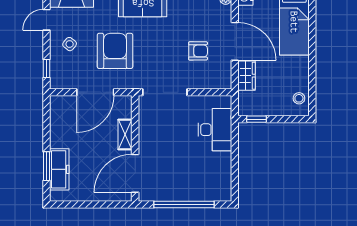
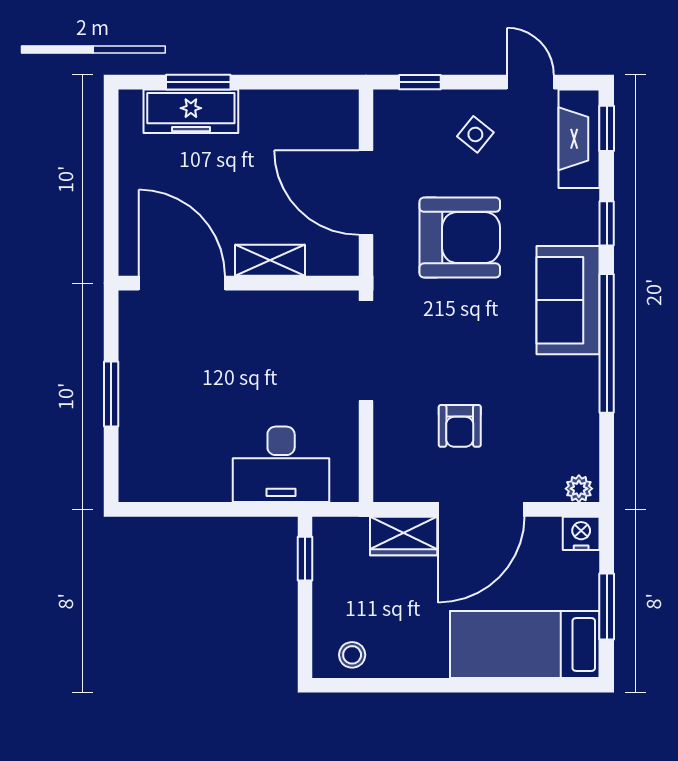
window: (184, 205) -> (111, 394), width x0.47

